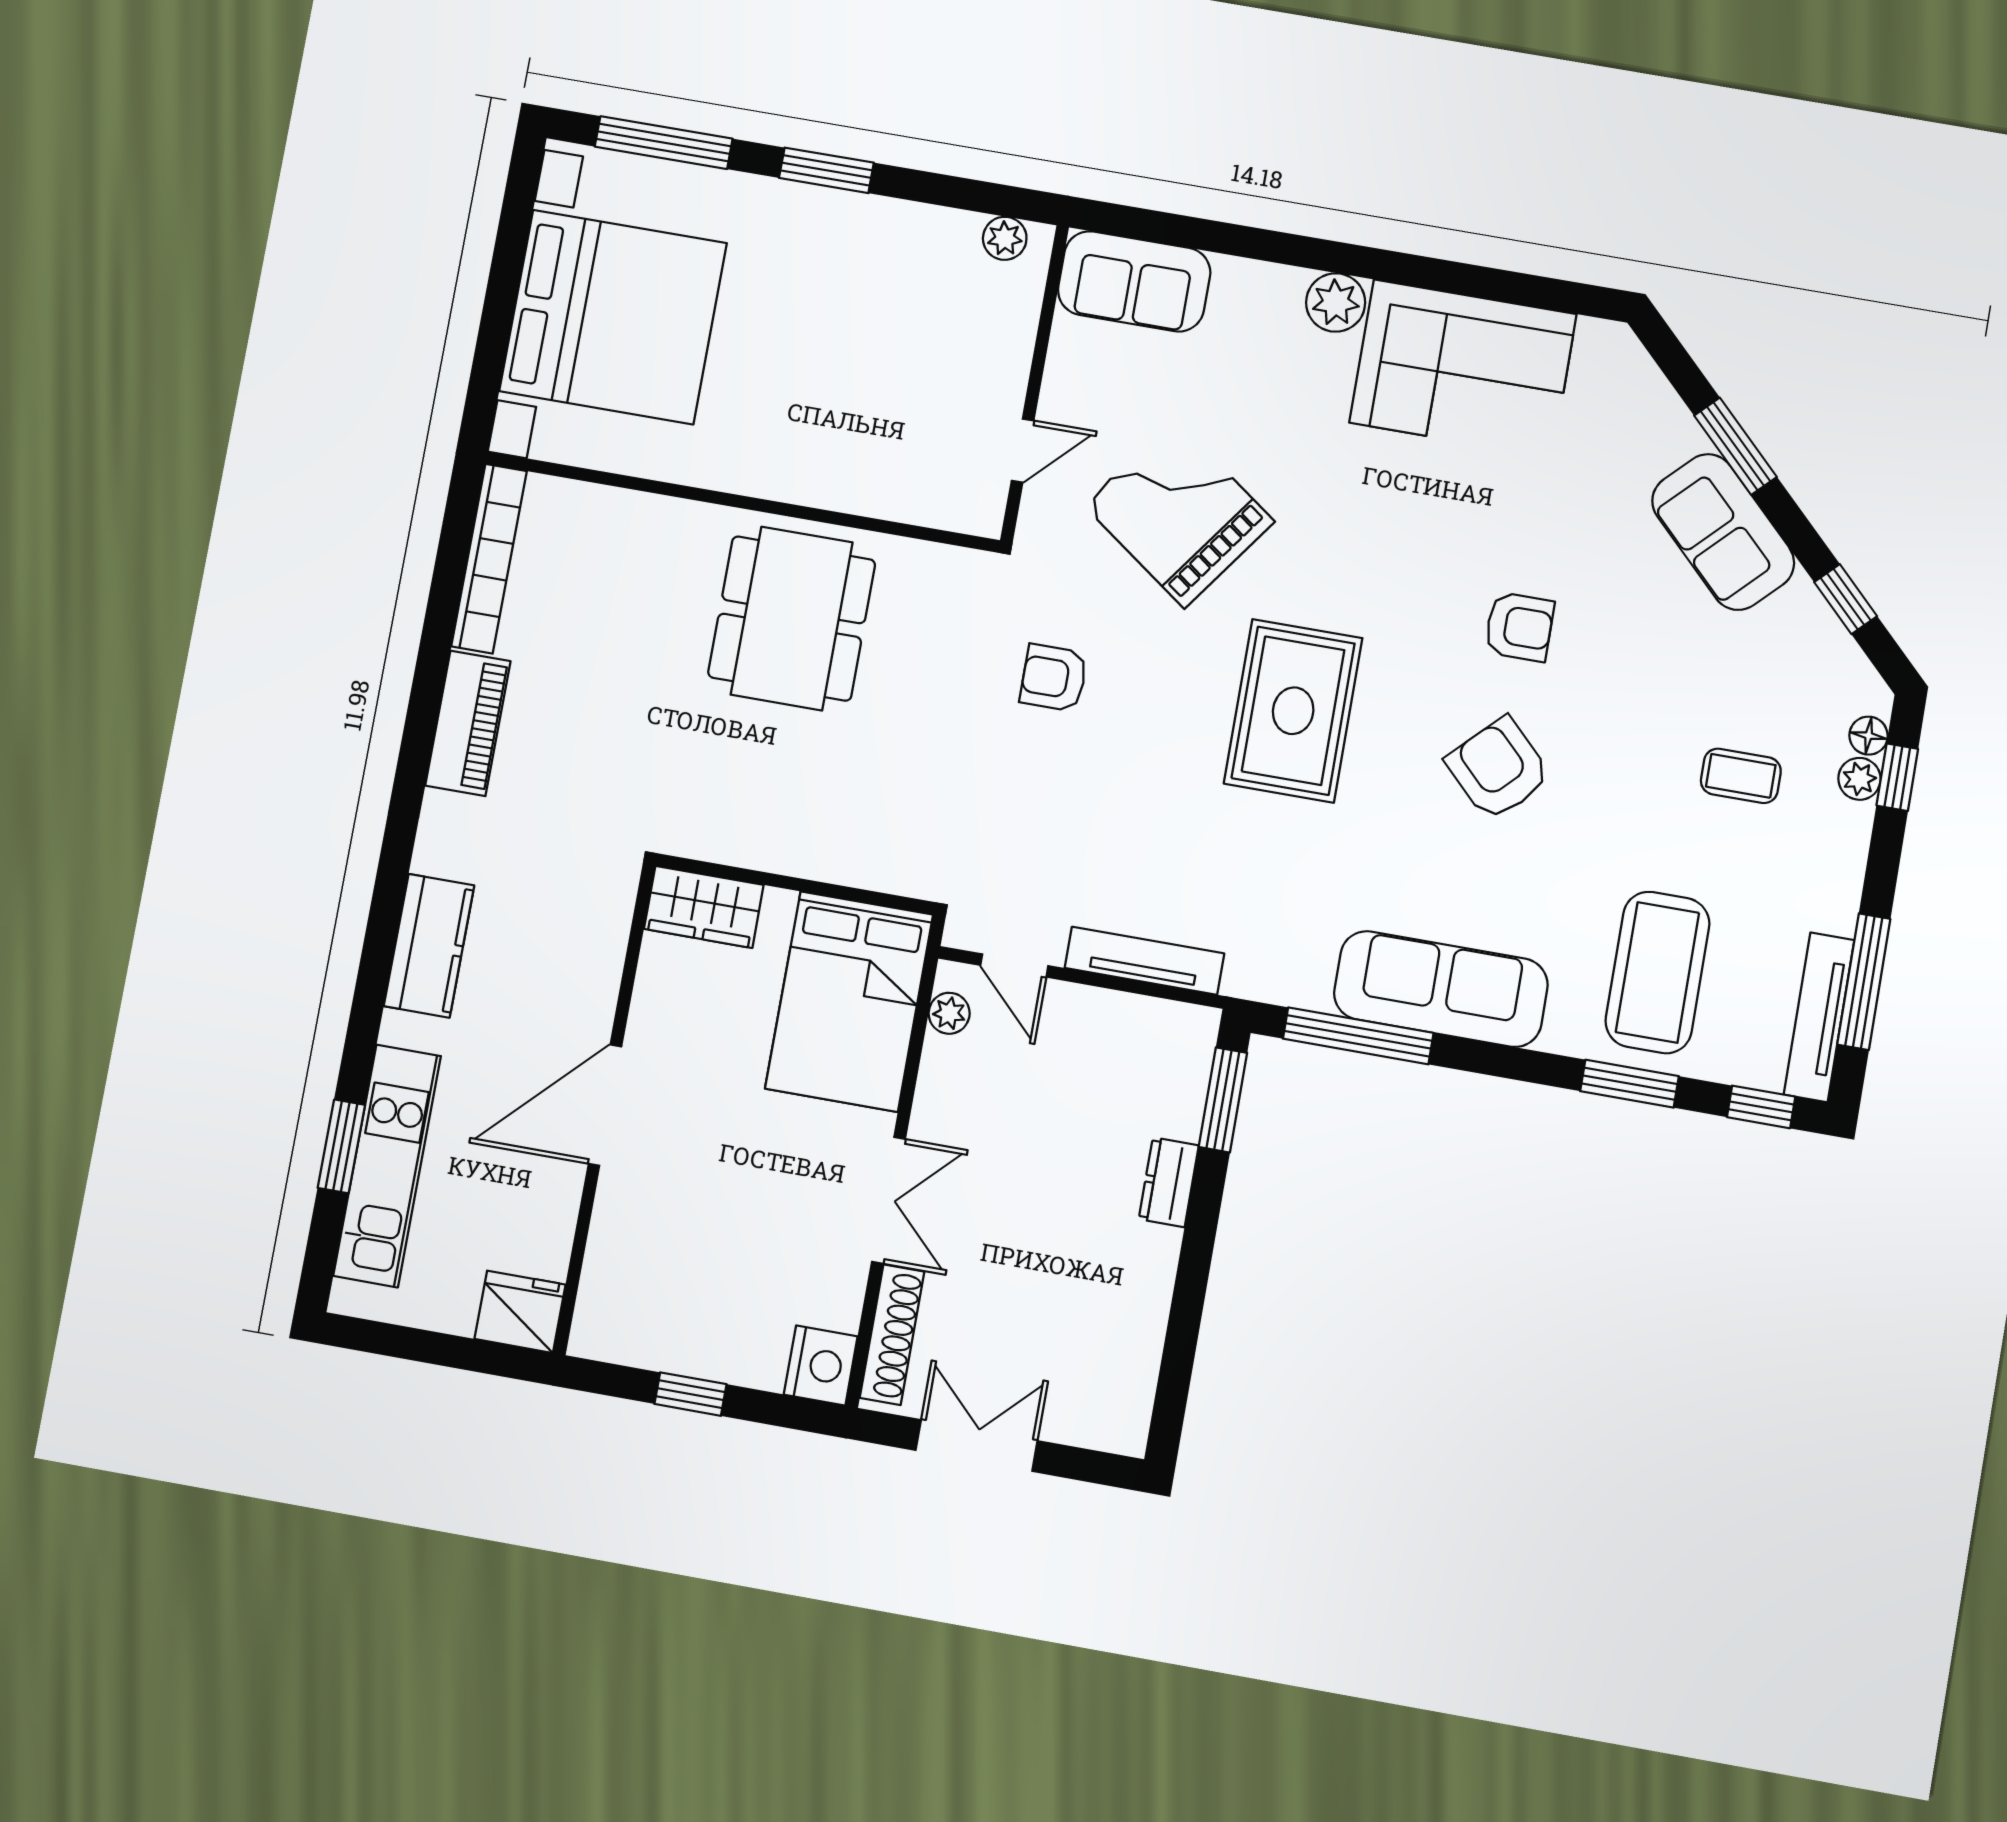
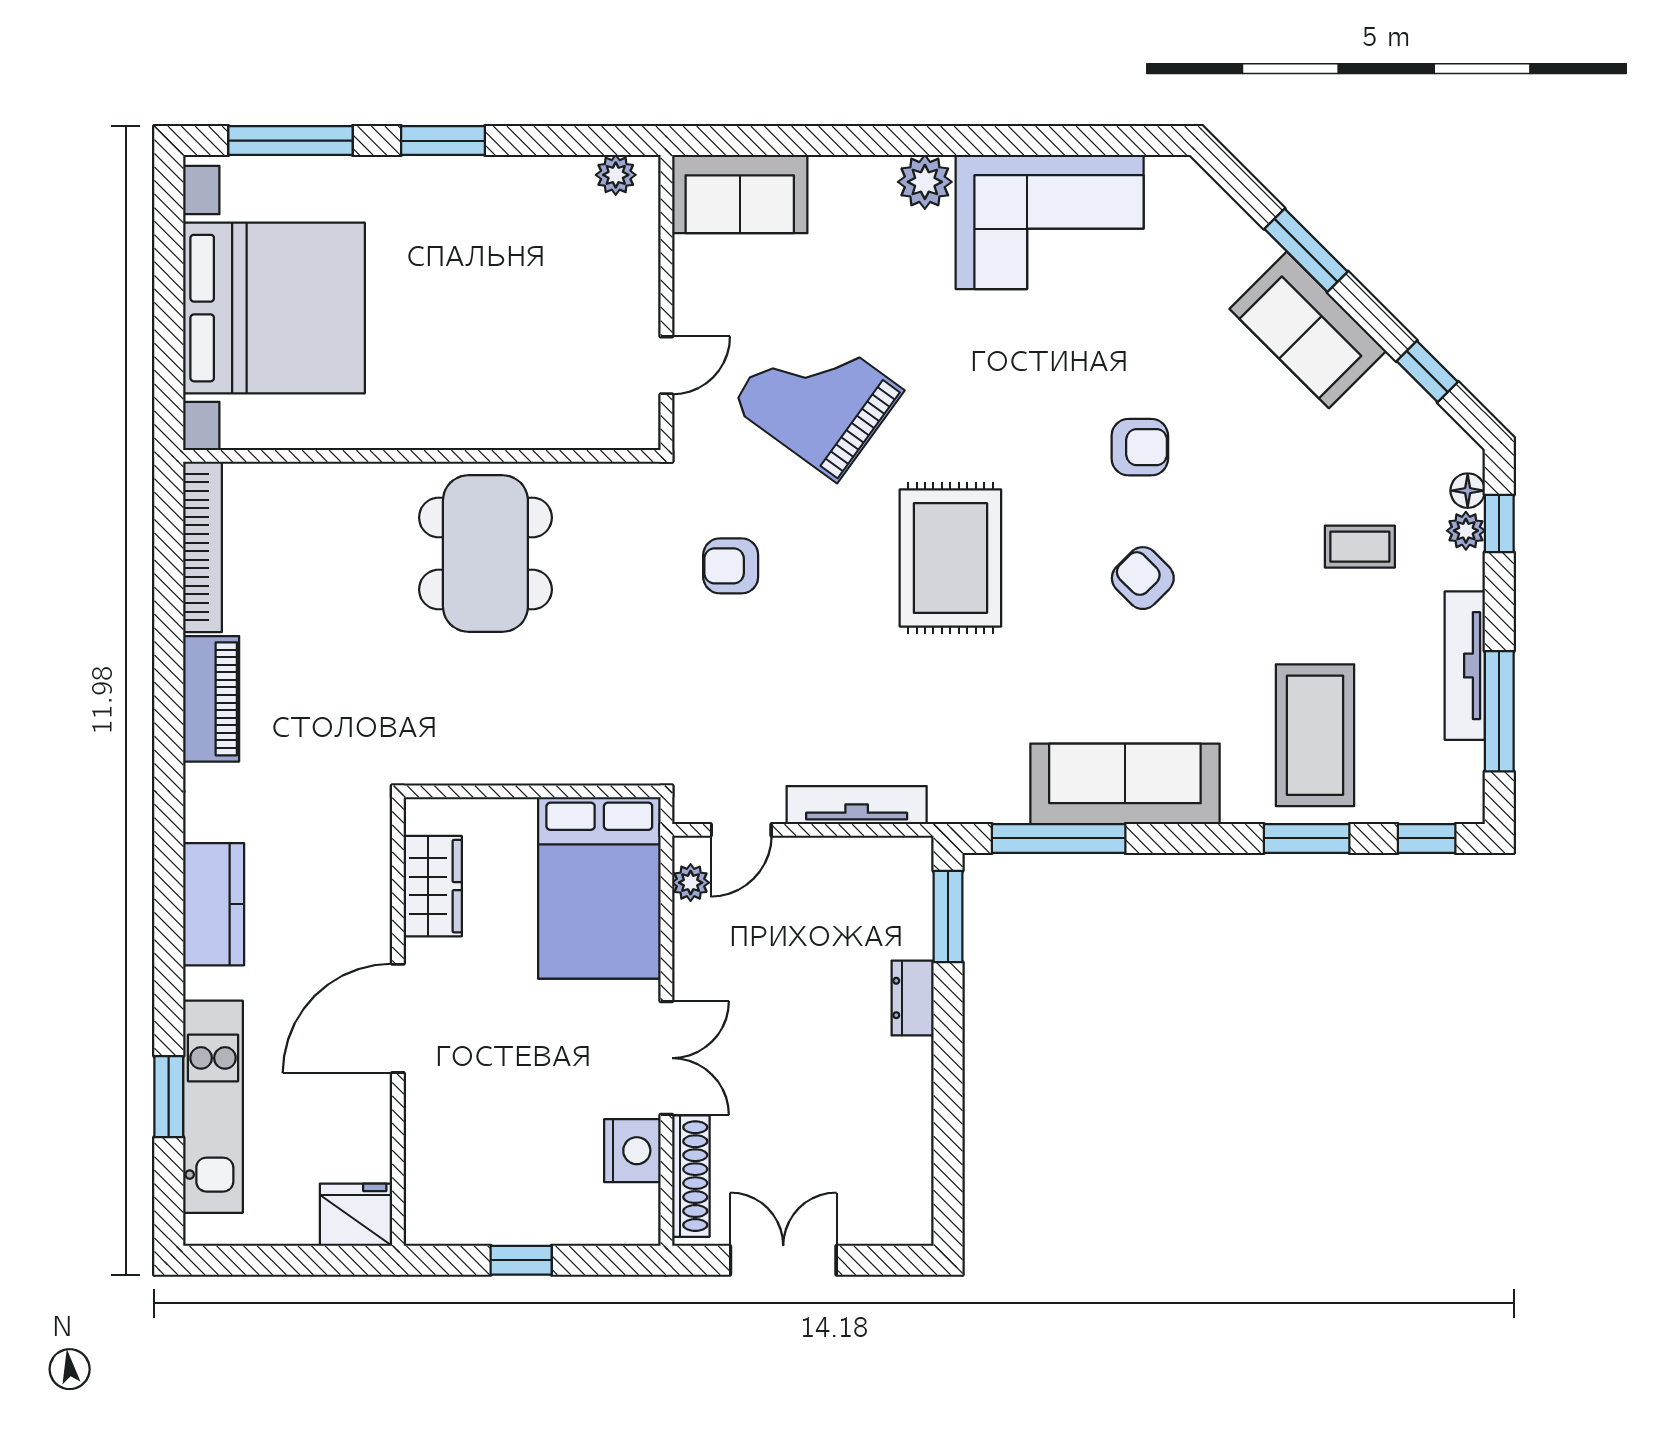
armchair: (1498, 769) -> (1143, 578), width x0.72, depth x0.72
wardrobe: (704, 907) -> (433, 886), moved, turned -90
door: (1014, 966) -> (741, 830), hinge flipped
tv unit: (1819, 1017) -> (1465, 666), moved
nightstand: (821, 1365) -> (632, 1151), moved

